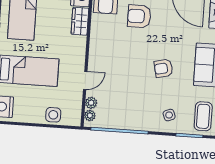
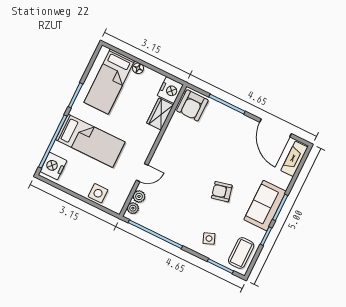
armchair: (139, 16) -> (219, 132), removed

